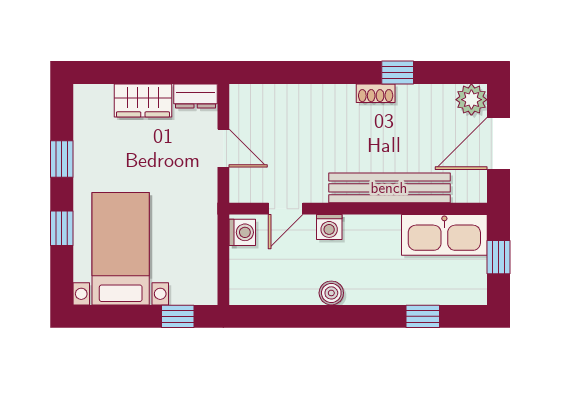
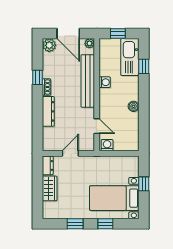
dresser: (320, 97) -> (48, 111), added
plant: (476, 192) -> (89, 43), added
washing machine: (329, 227) -> (105, 82), moved
kitchen sink: (444, 235) -> (130, 57), moved, turned 180
window: (178, 316) -> (144, 184), moved

